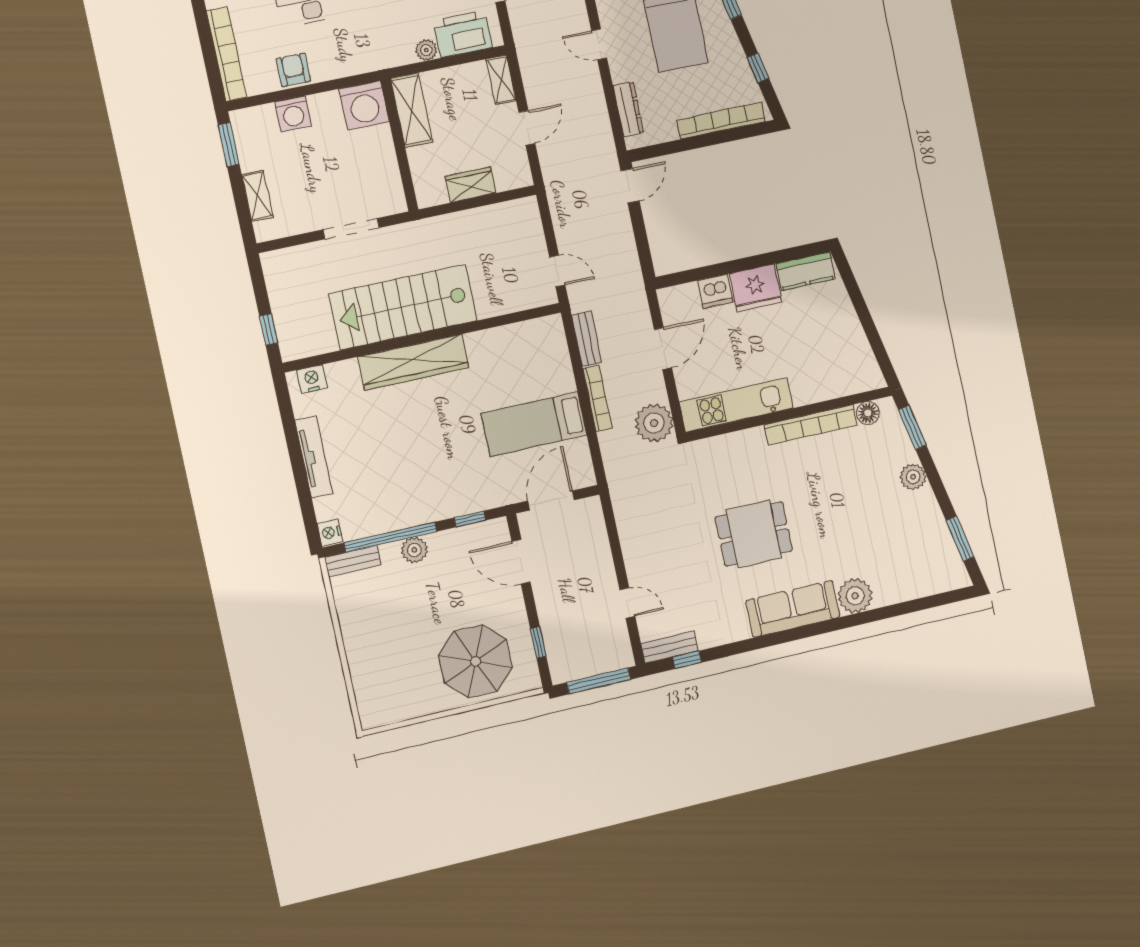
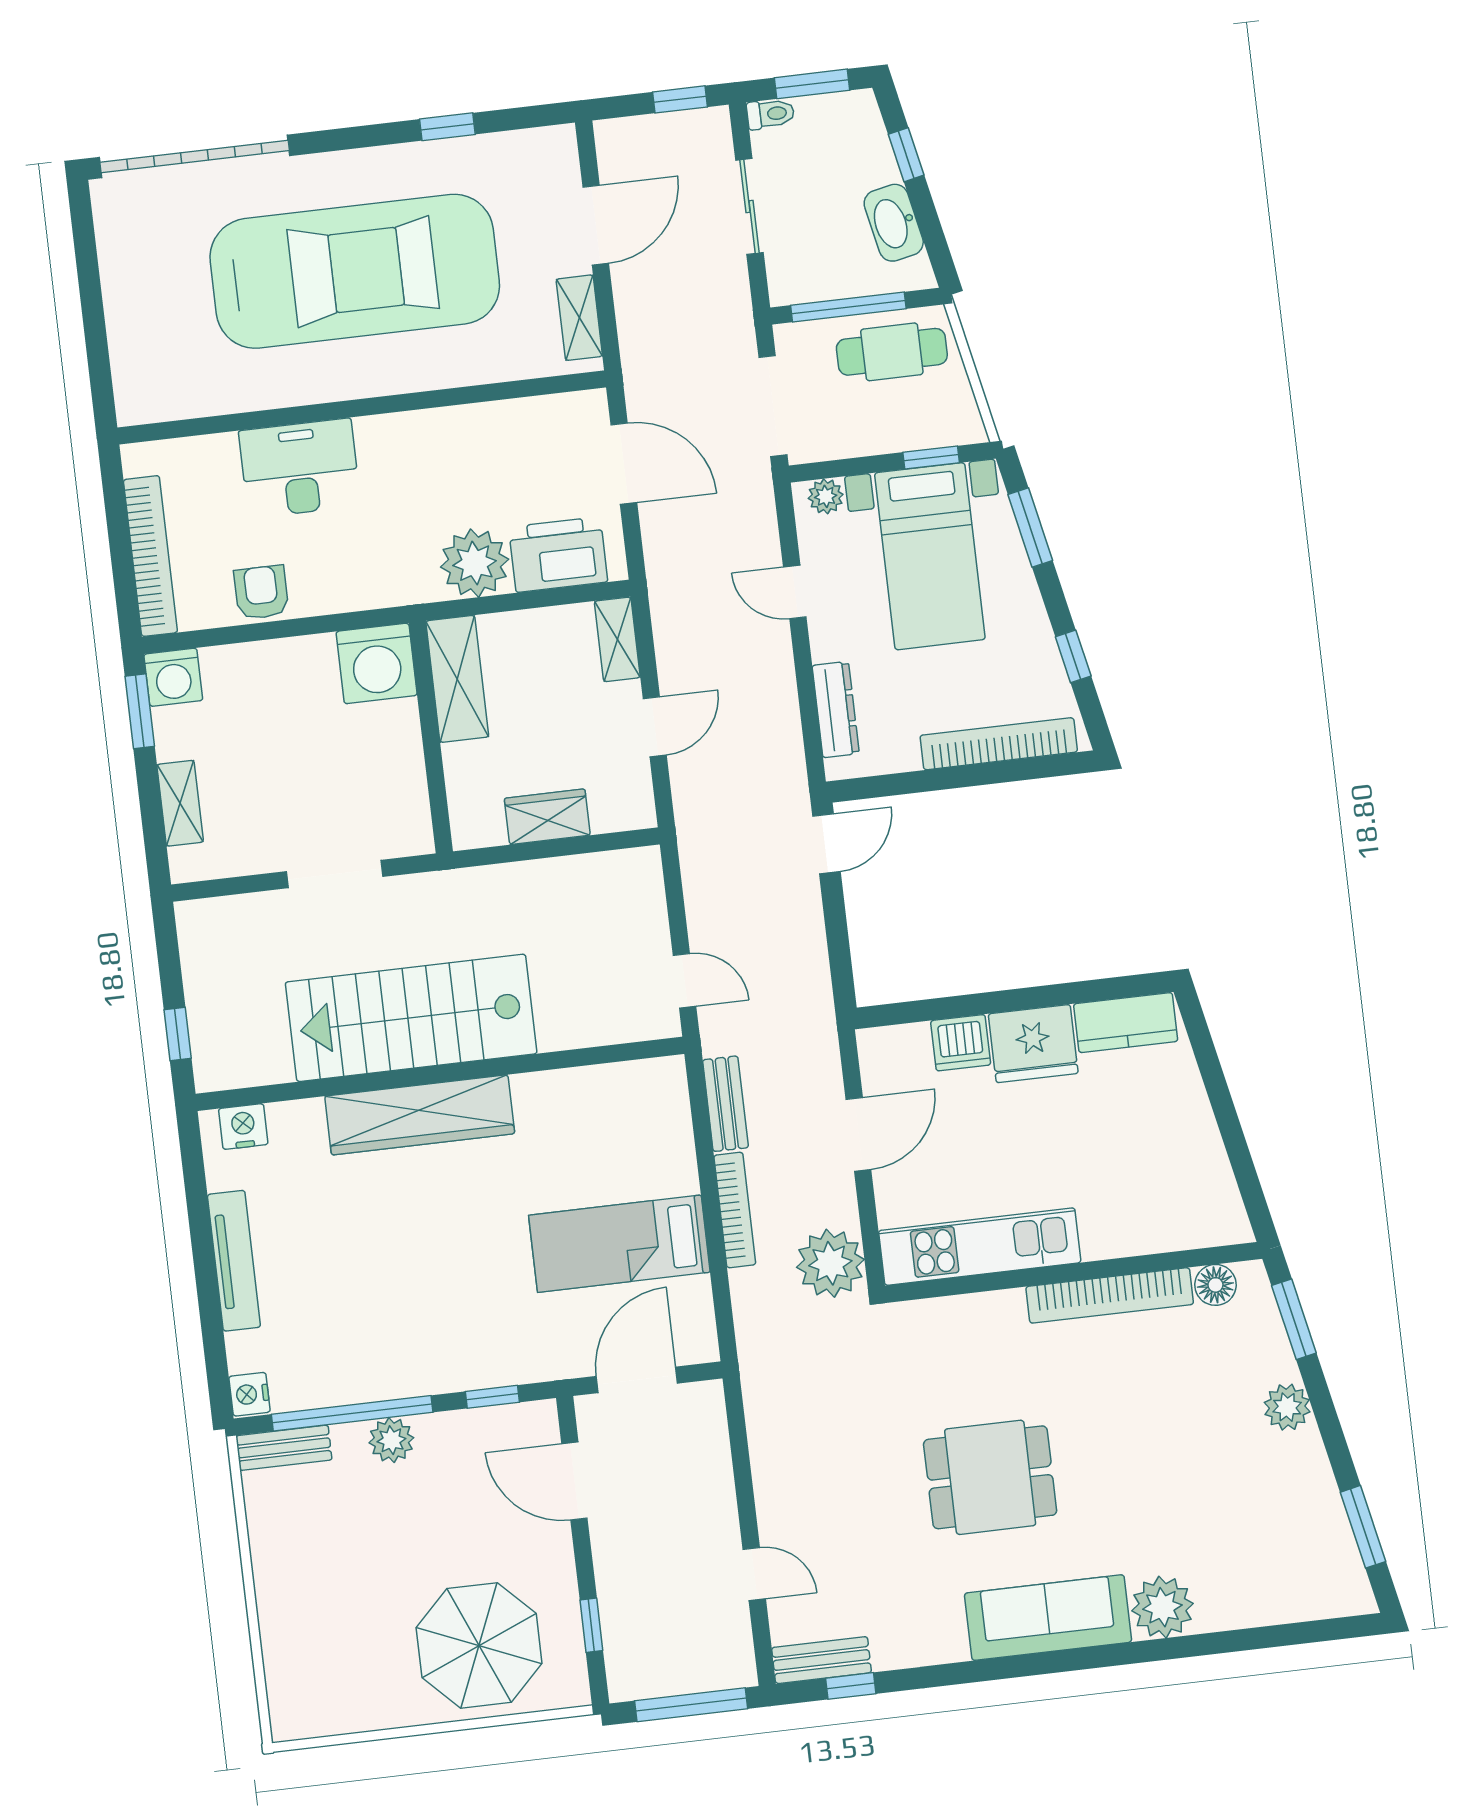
plant: (426, 50) -> (475, 563), width x1.87, depth x1.87
washing machine: (293, 114) -> (173, 677), moved

